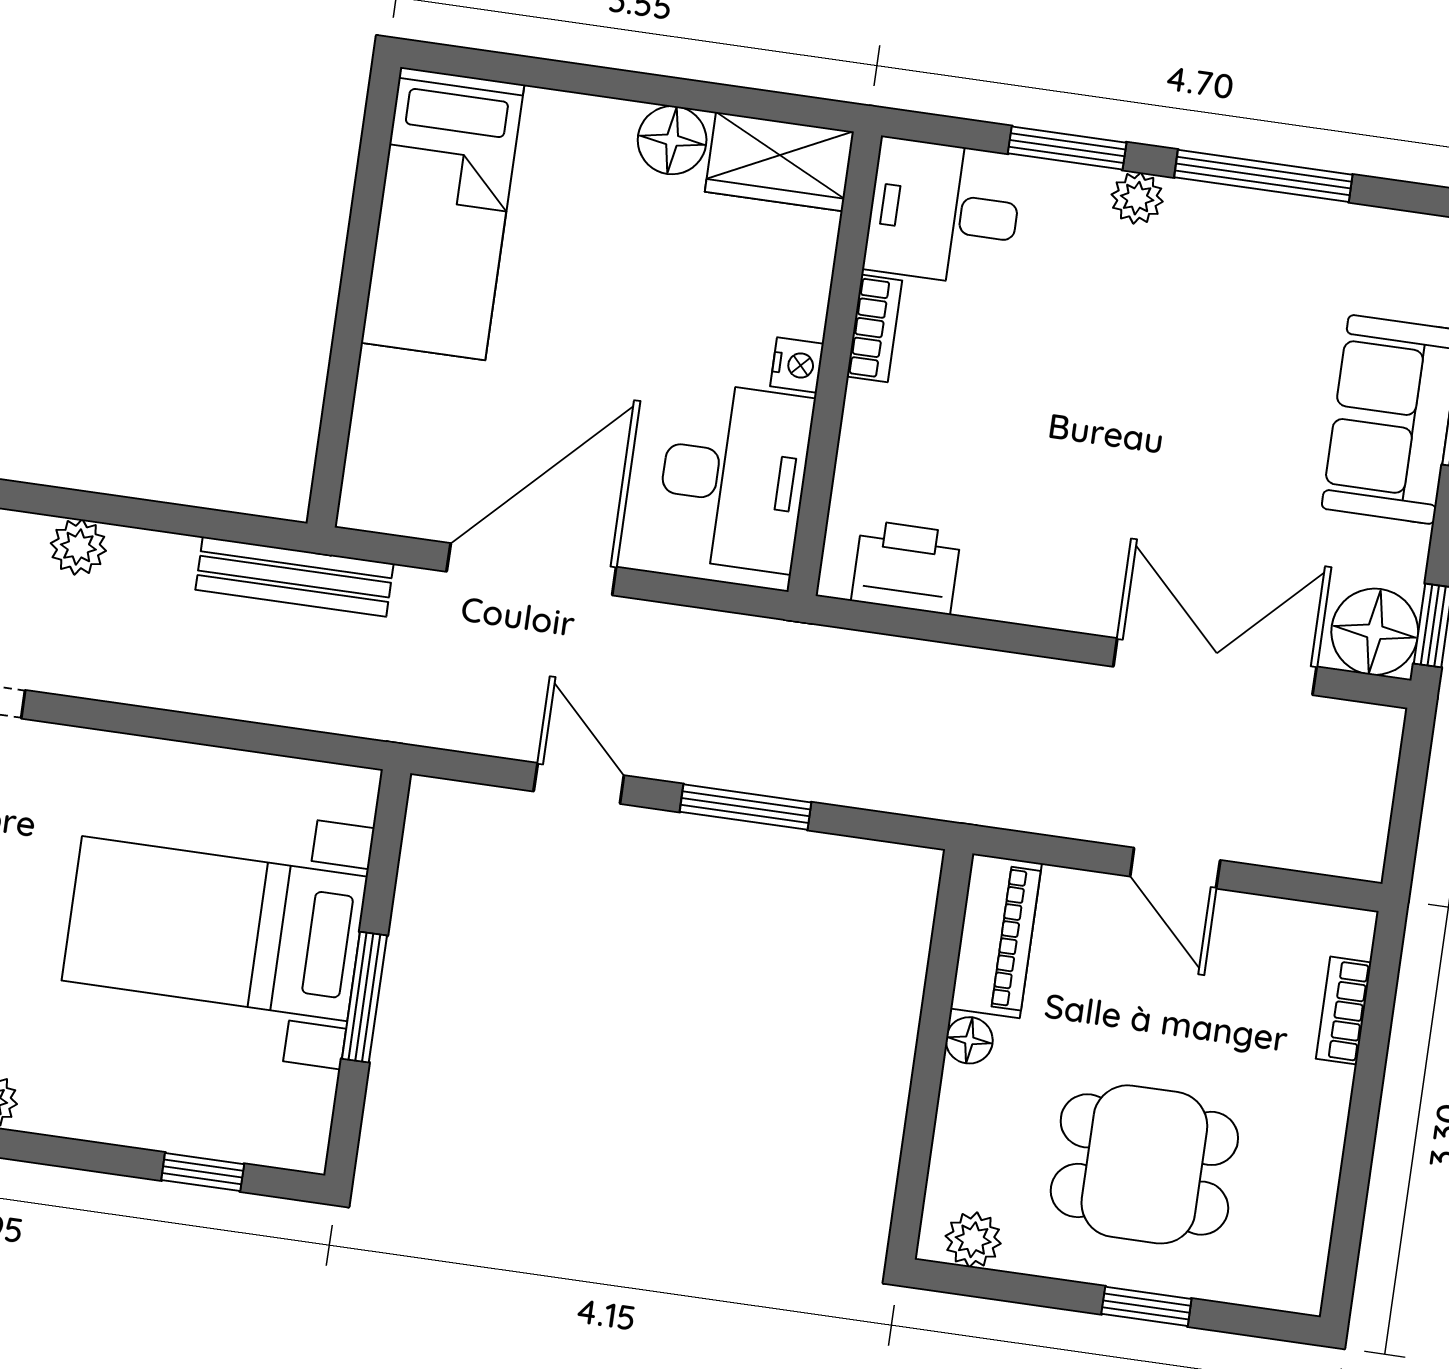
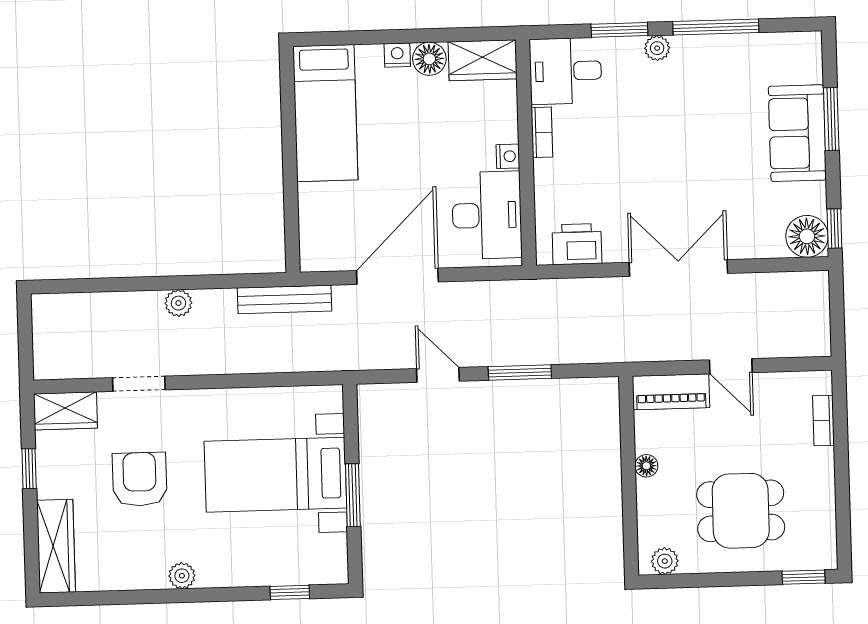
nightstand: (608, 121) -> (397, 55), added
double door: (1215, 667) -> (678, 268), moved
piano: (996, 936) -> (671, 392), moved, turned 90
window: (1146, 1306) -> (804, 577), moved

